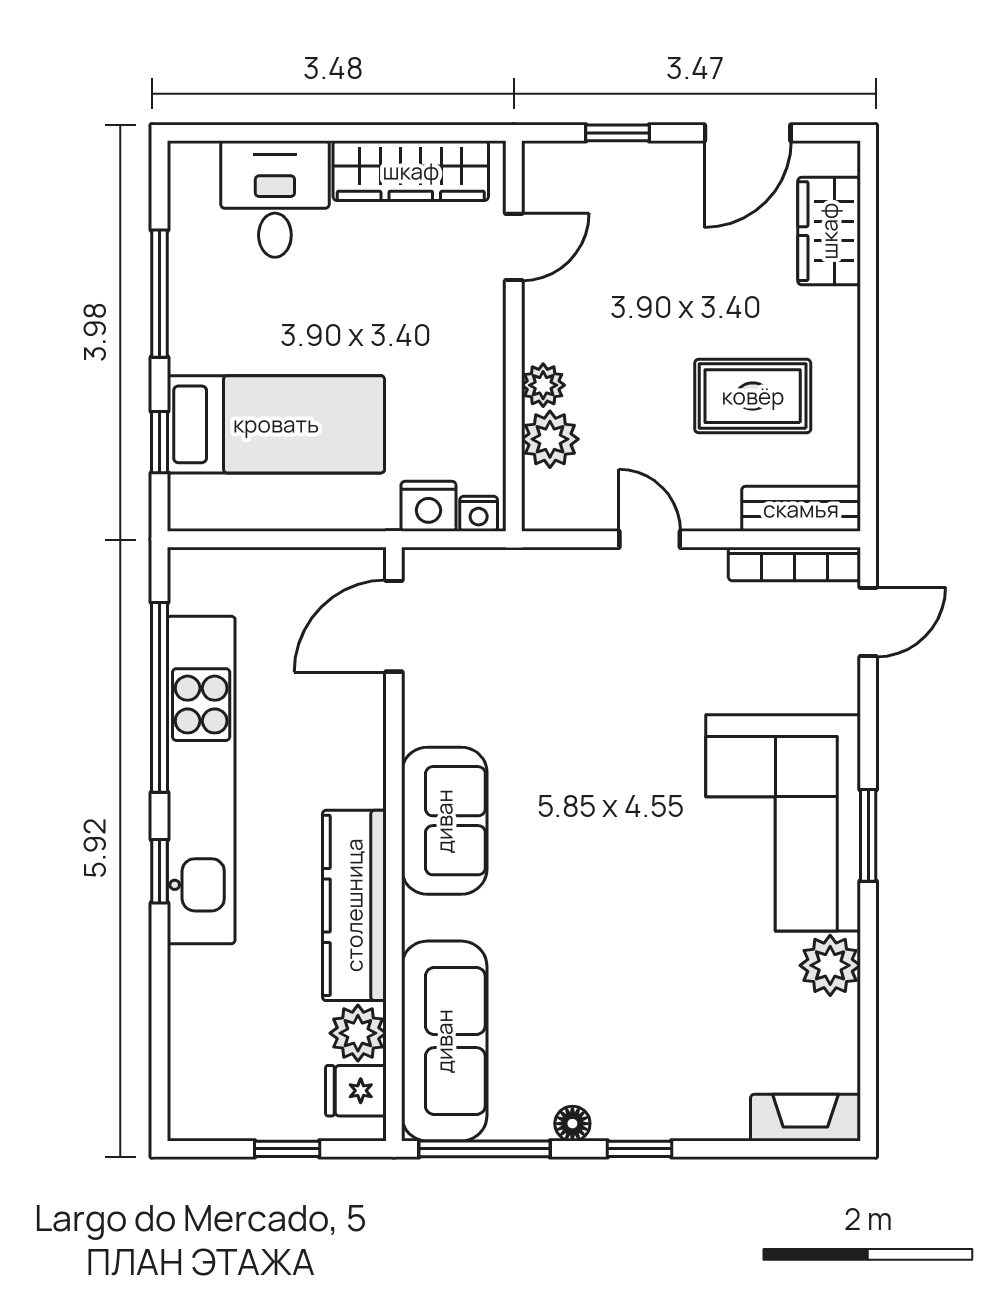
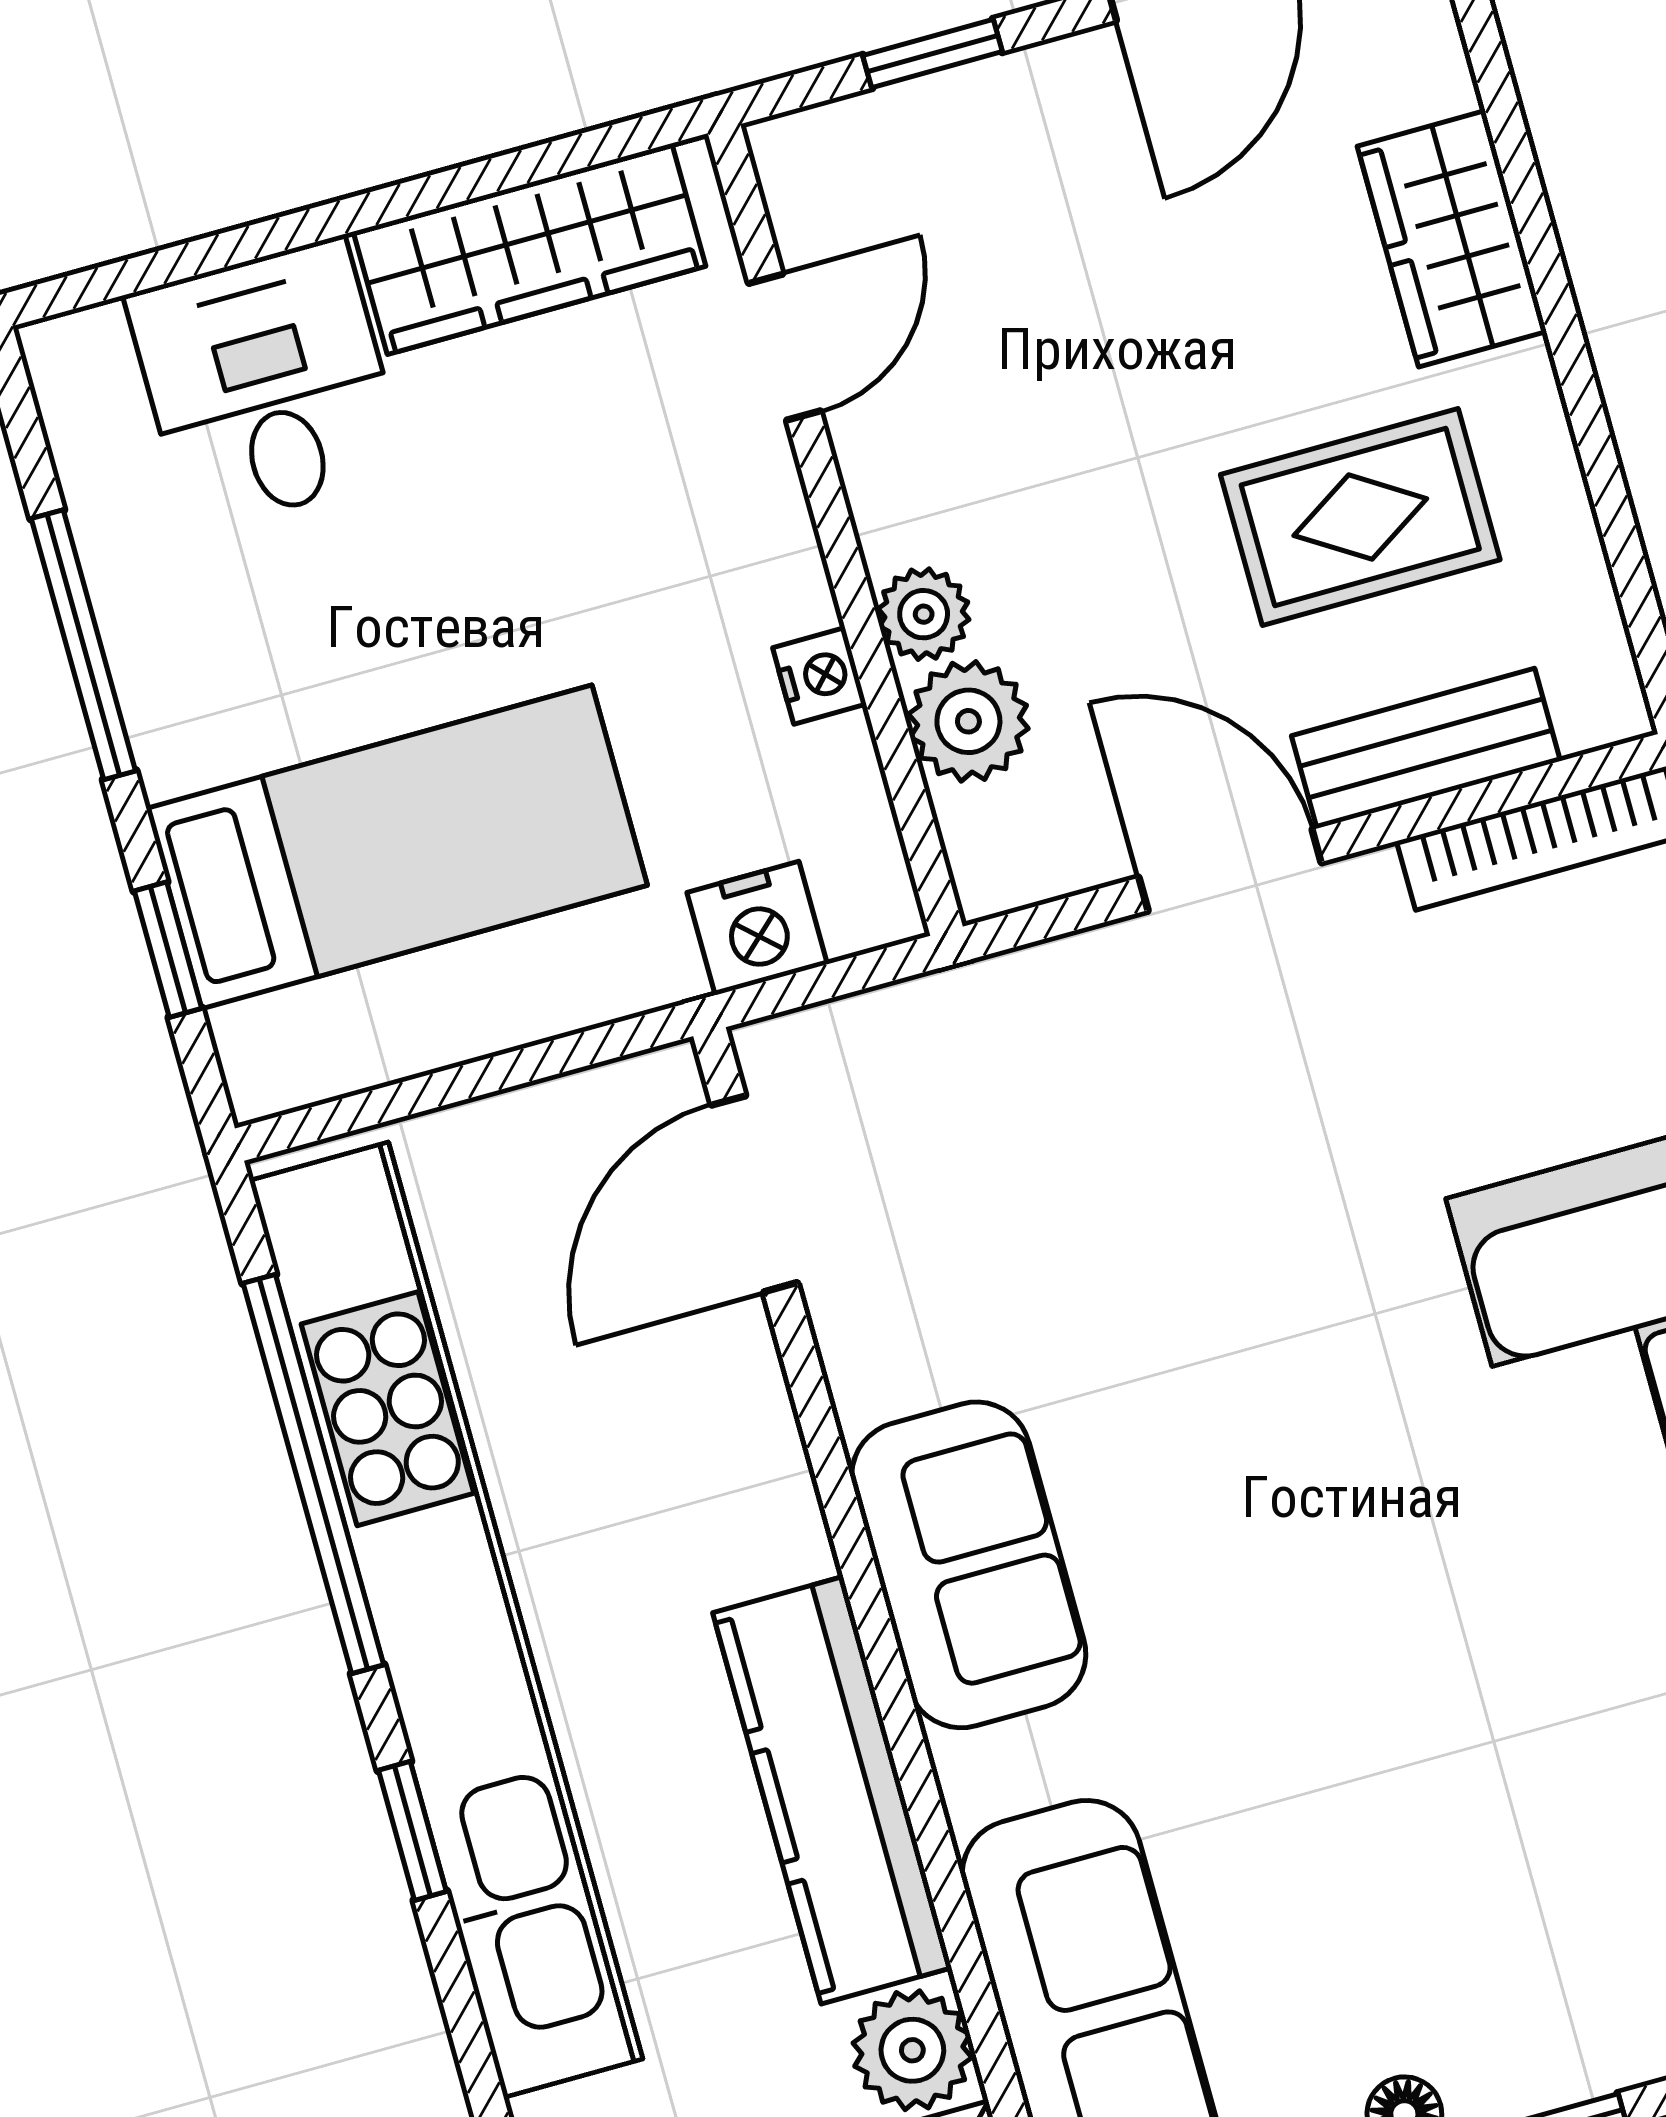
wardrobe: (829, 231) -> (1452, 239), moved
bench: (801, 509) -> (1426, 748), moved
nightstand: (479, 514) -> (819, 676), moved, turned -90
door: (650, 539) -> (1230, 870), width x1.38
kitchen unit: (201, 780) -> (446, 1620), width x1.36

